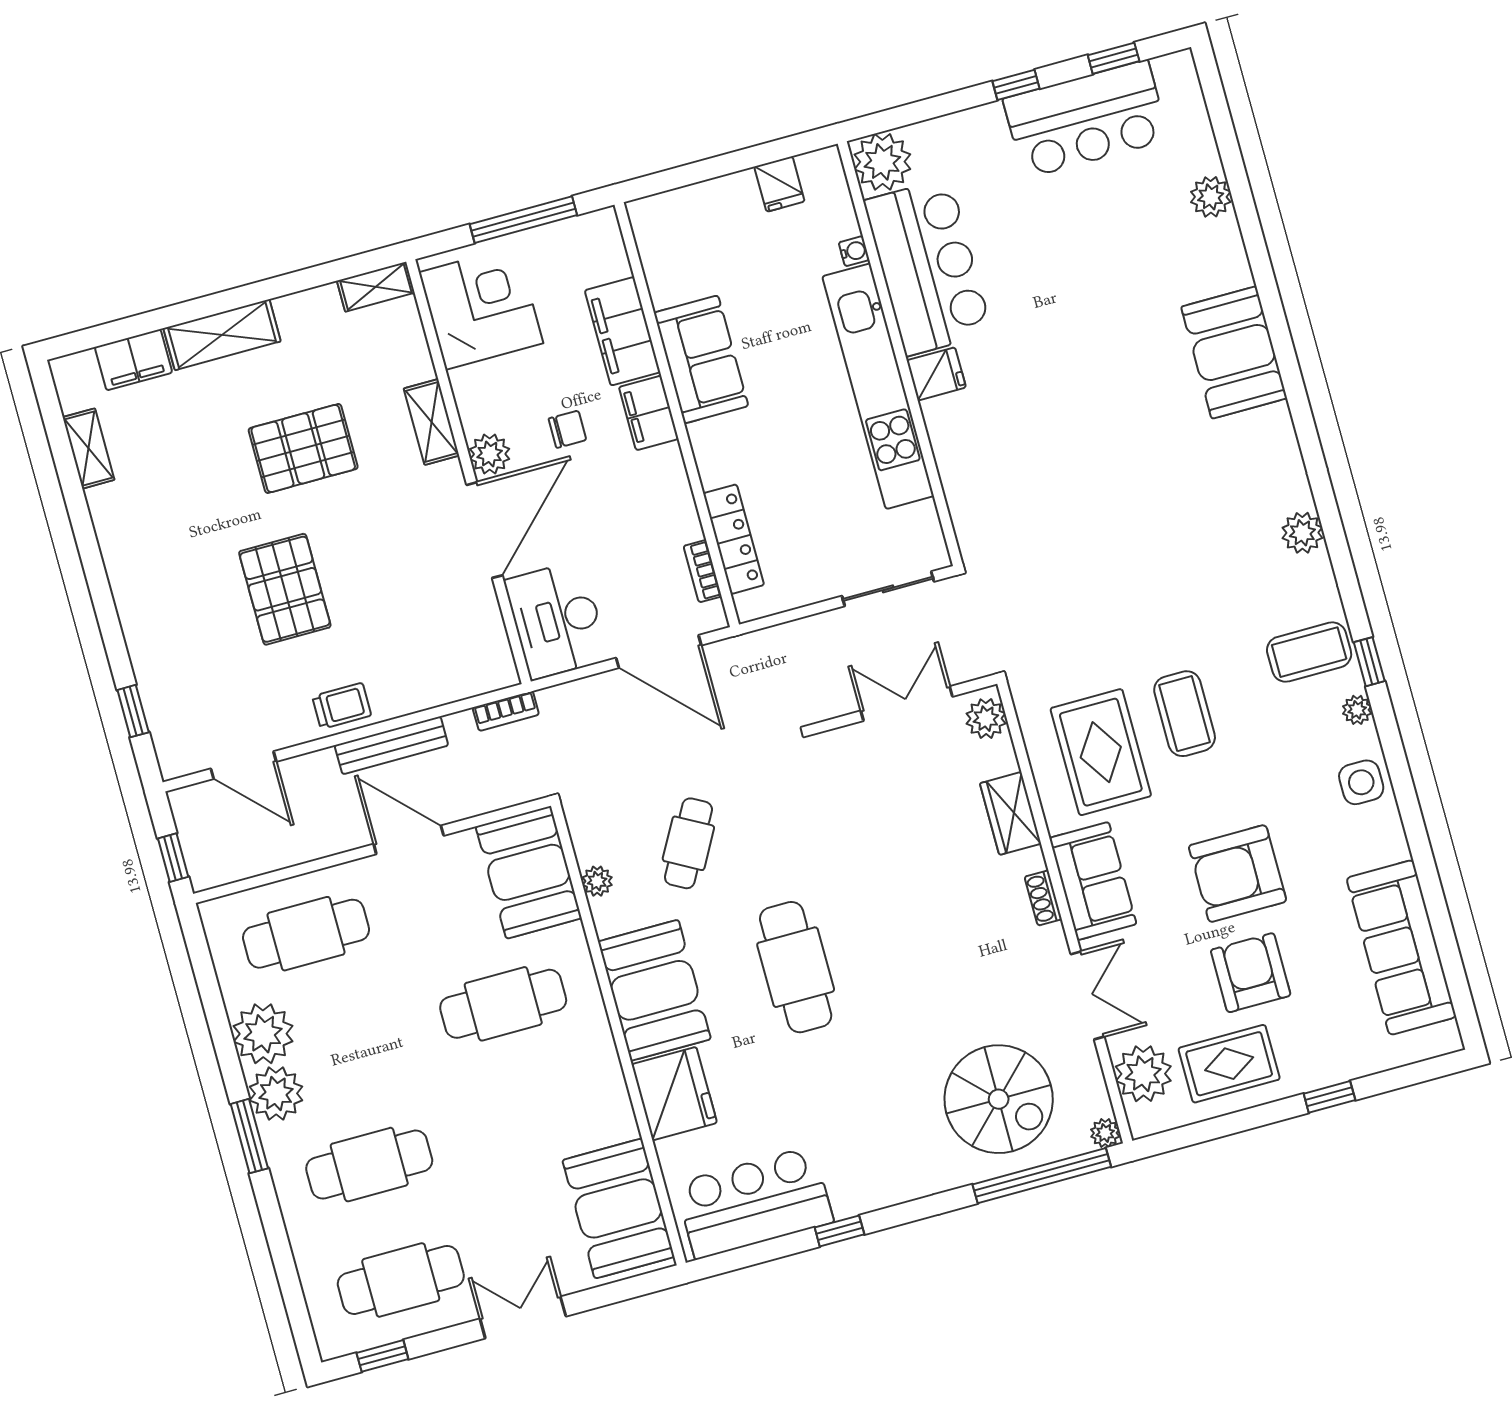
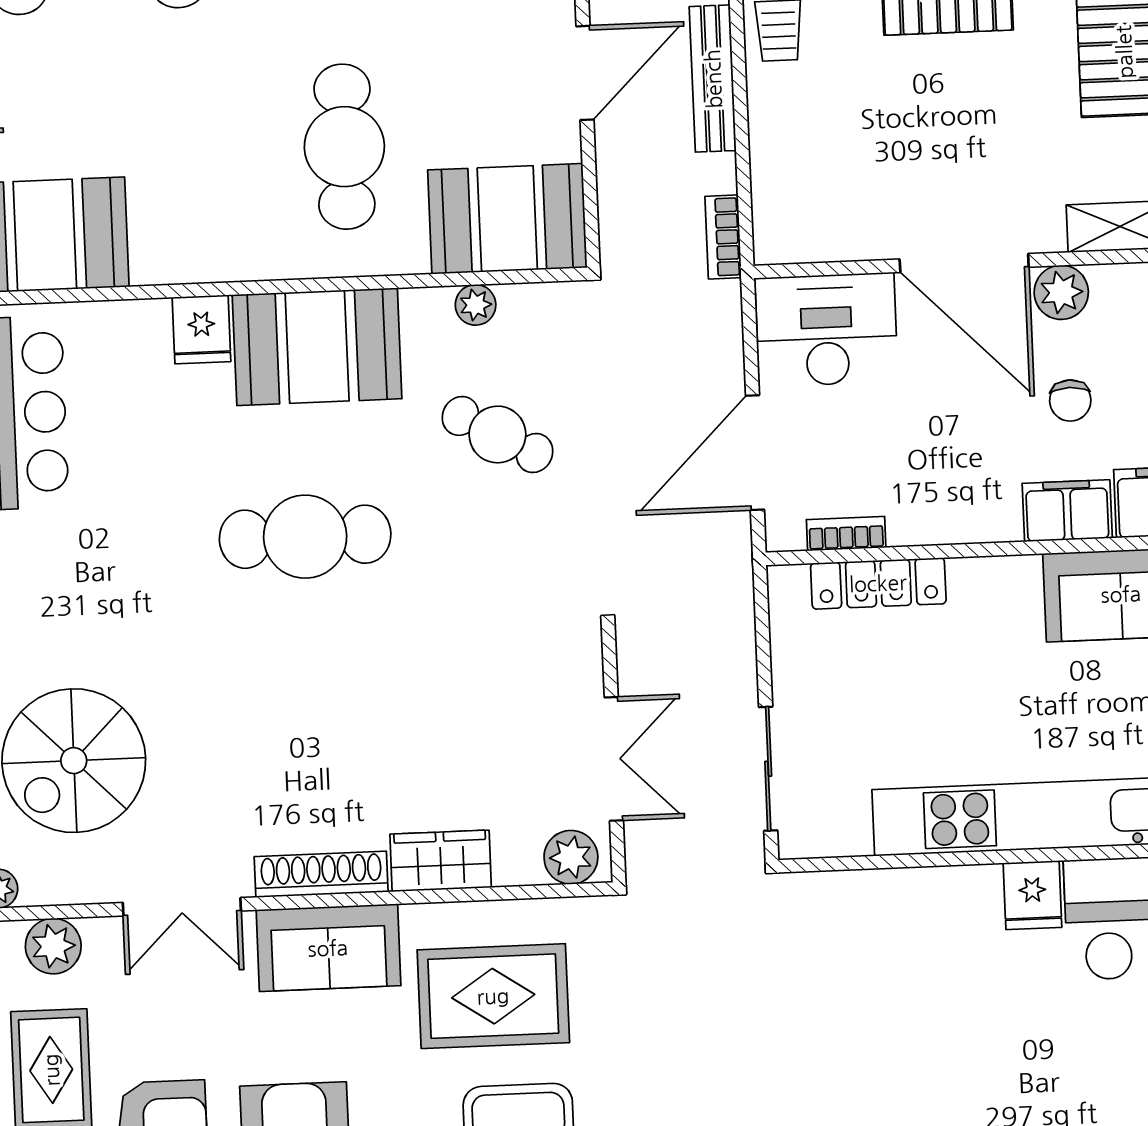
shoe rack: (1043, 898) -> (321, 874), width x1.94, depth x1.24
plant: (1143, 1074) -> (53, 946), width x0.73, depth x0.73
fridge: (674, 1094) -> (201, 329), width x0.53, depth x0.75

